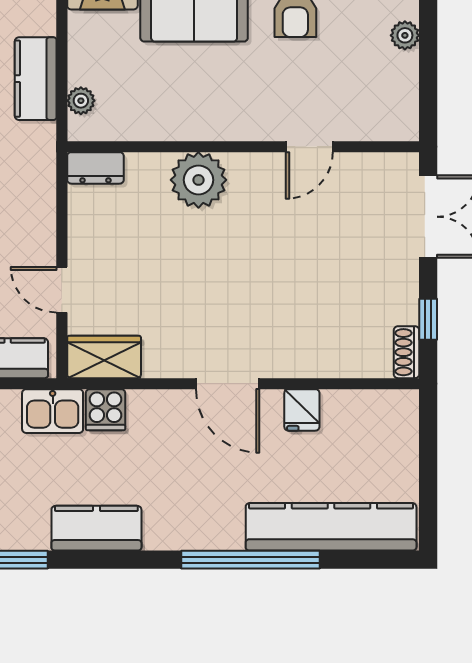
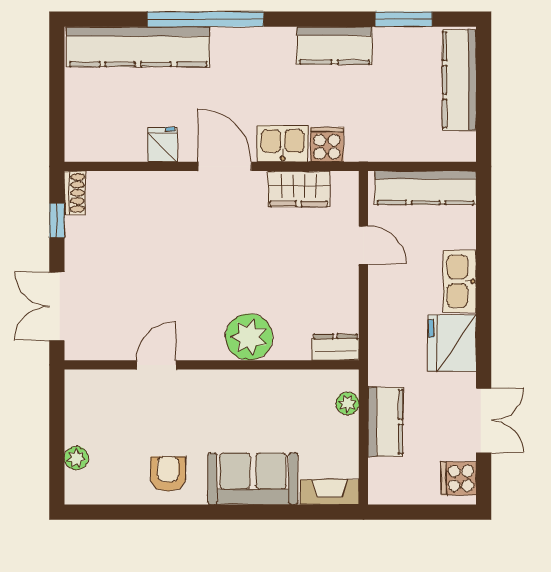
wardrobe: (104, 357) -> (299, 189), moved
kitchen sink: (53, 411) -> (283, 144), moved

